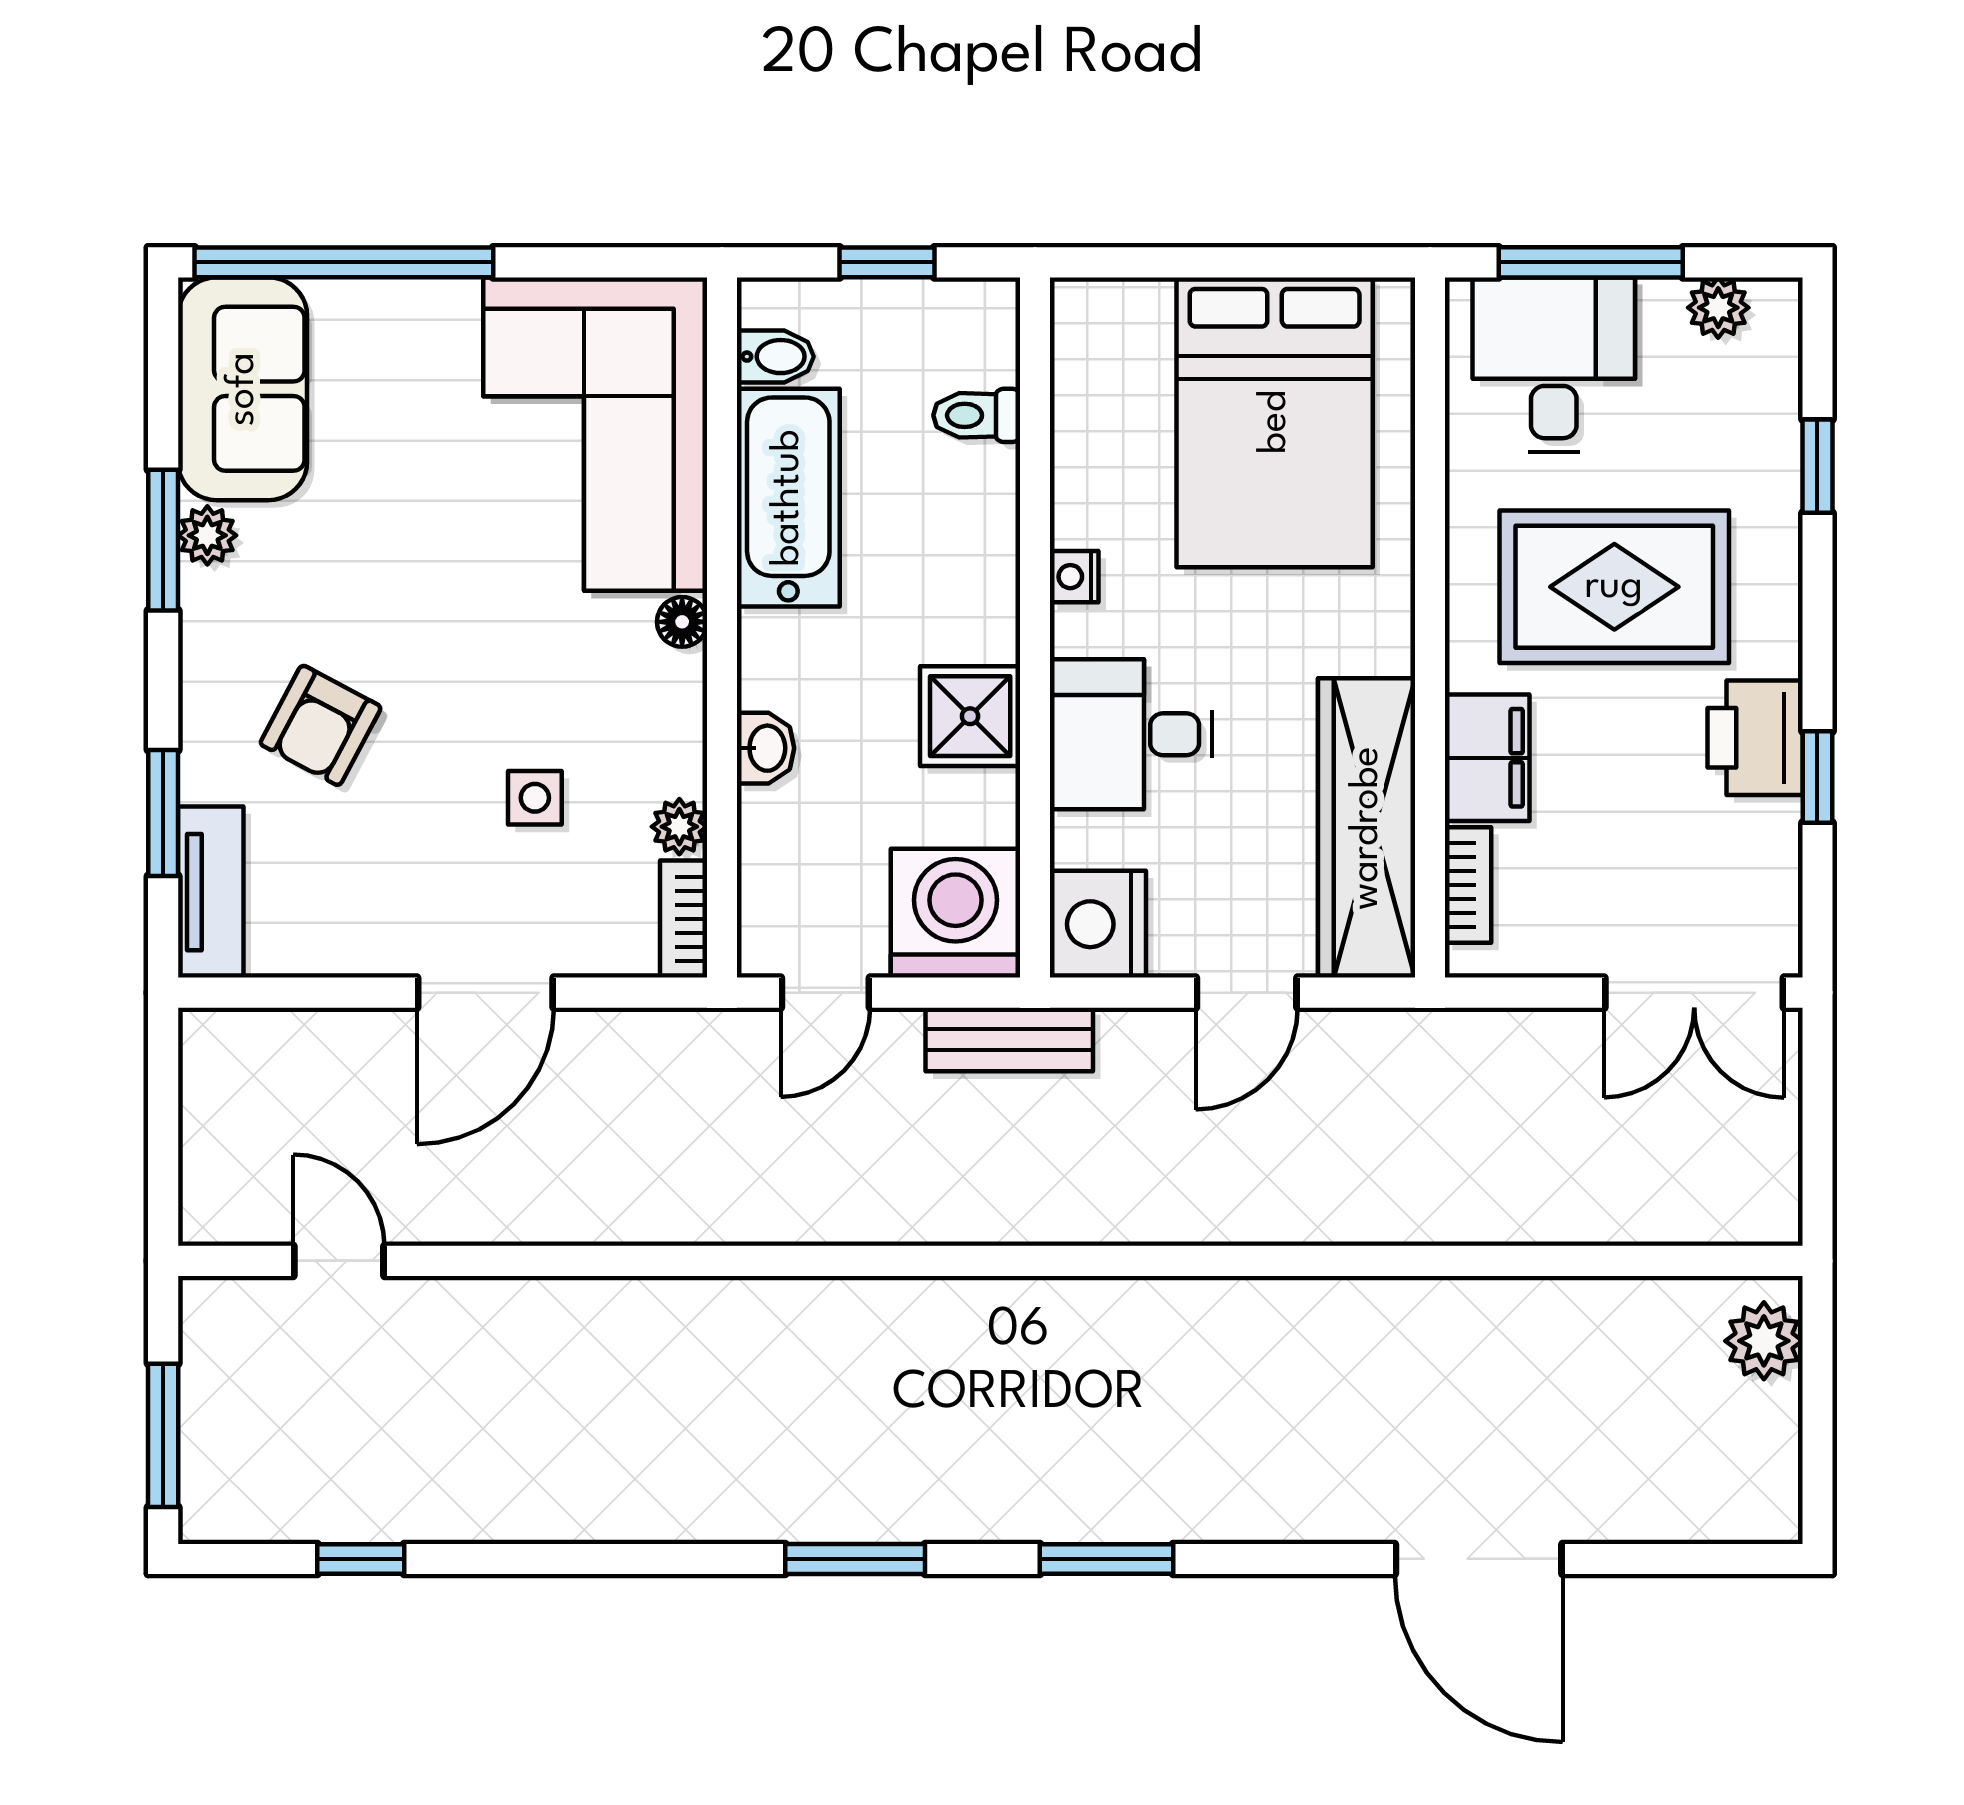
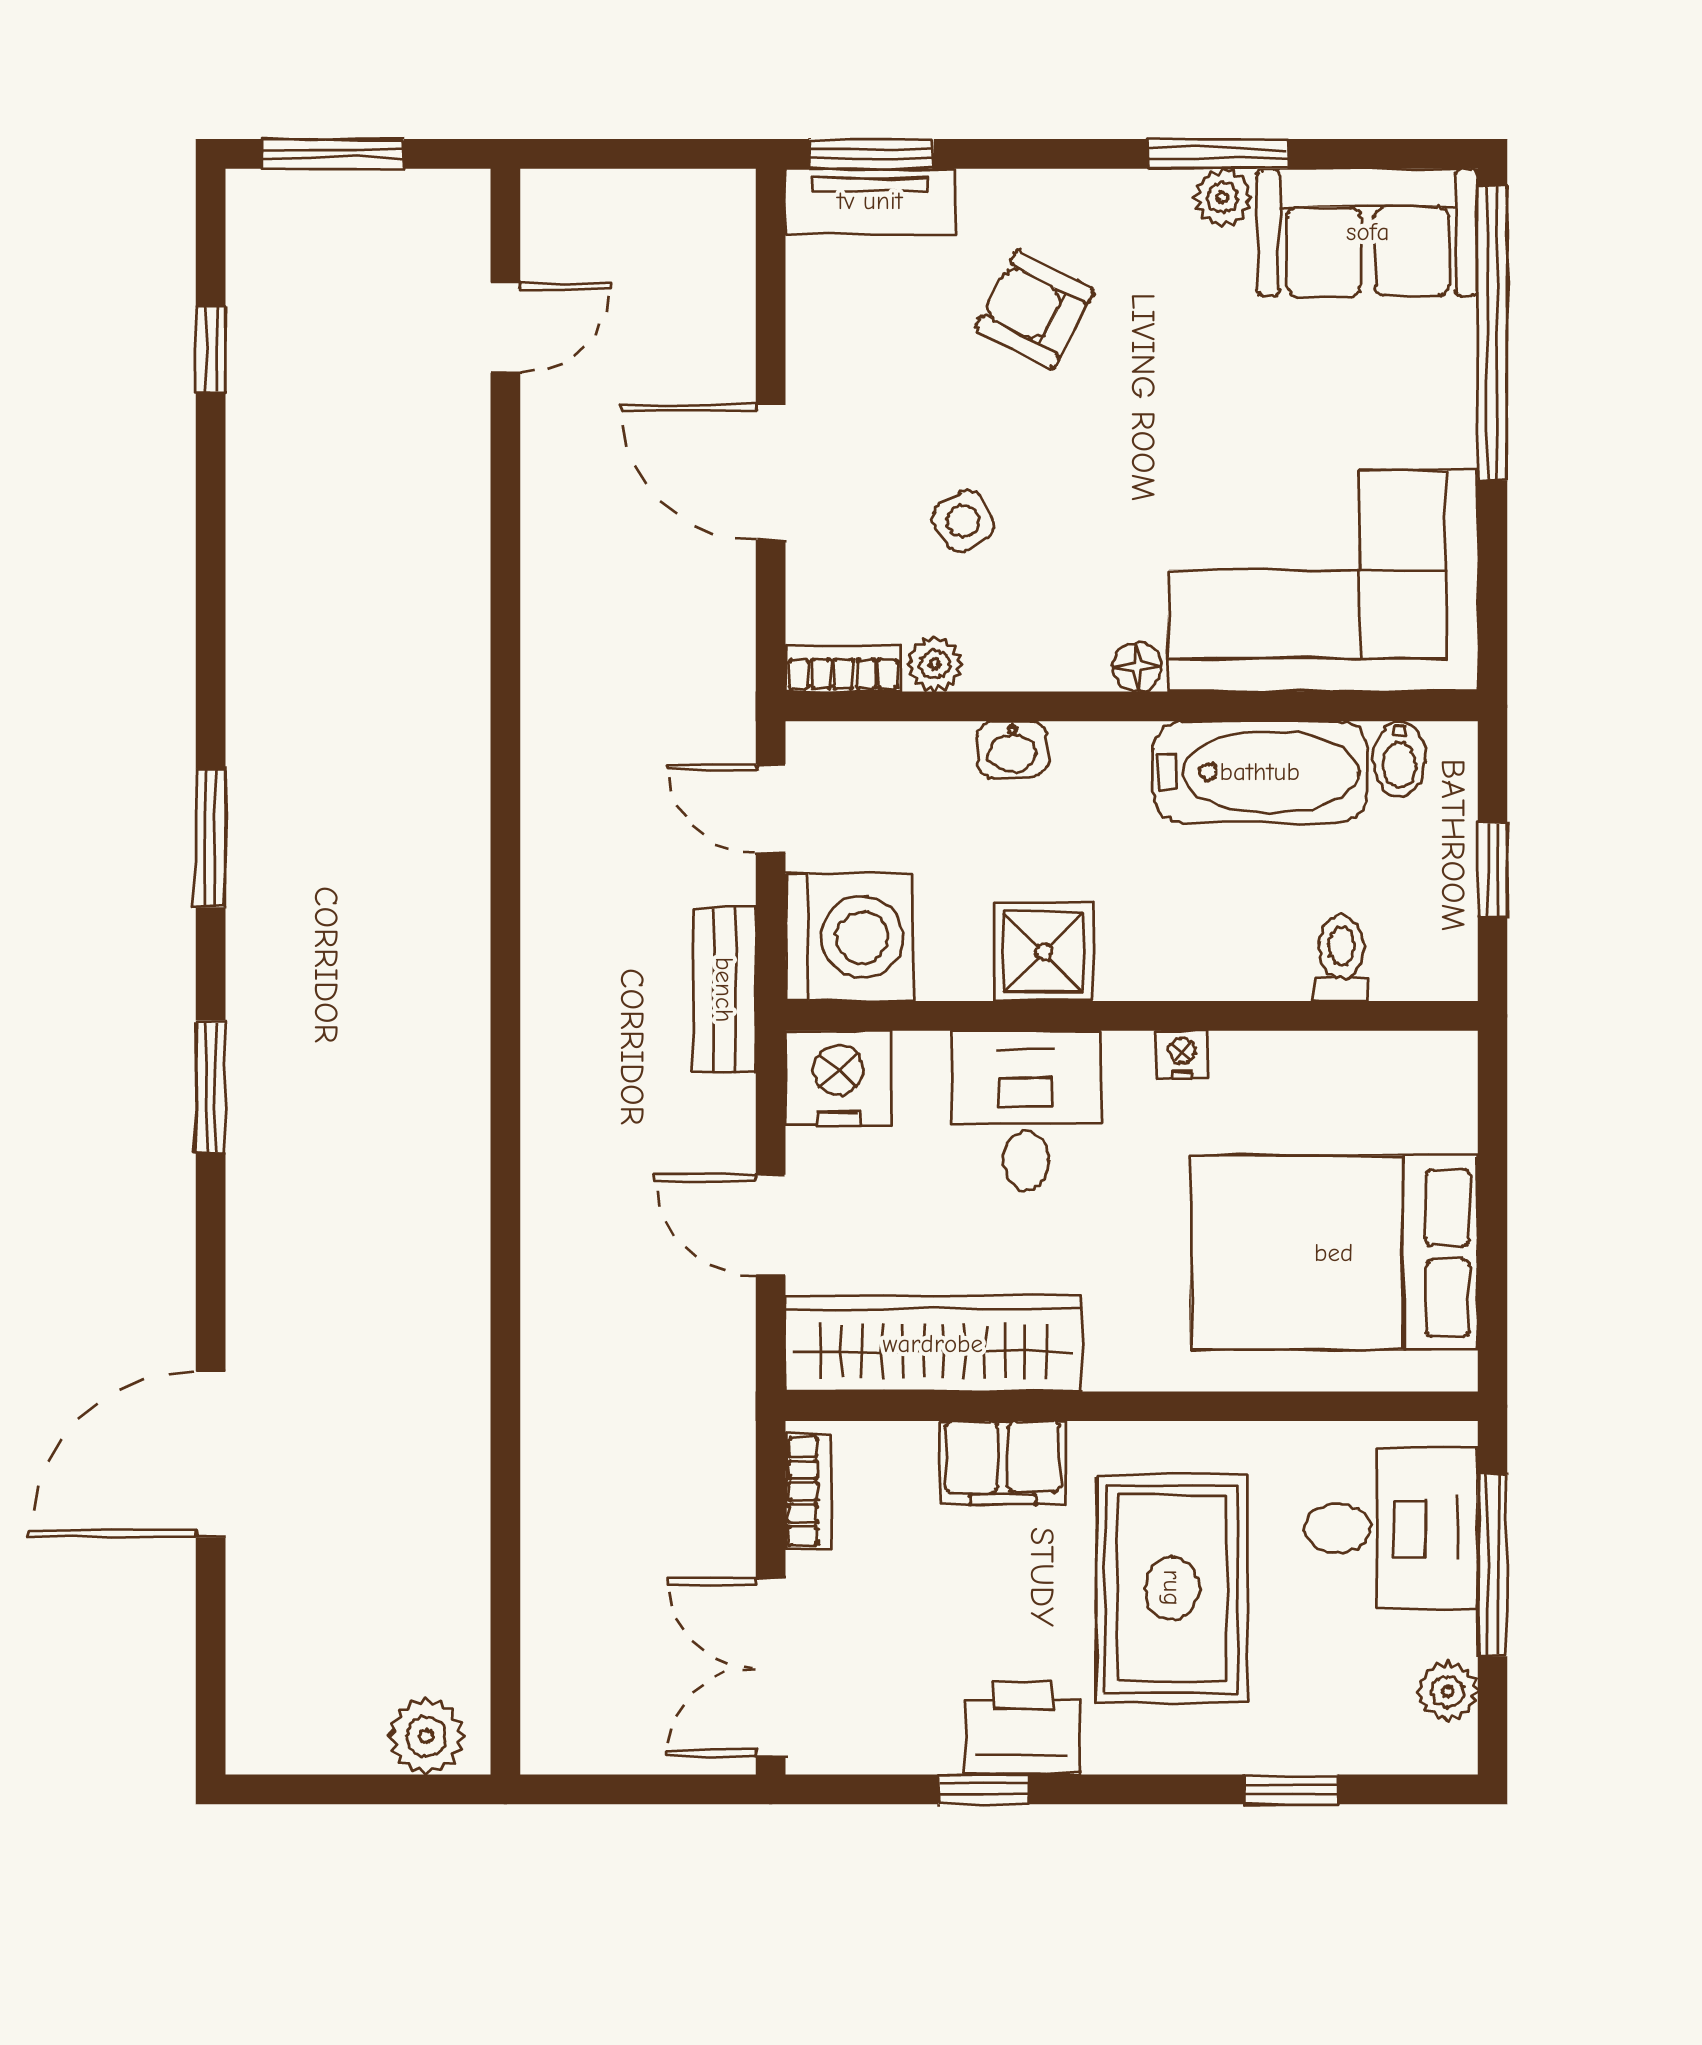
side table: (535, 798) -> (963, 521), turned -32
window: (163, 813) -> (871, 154), moved
bookcase: (1468, 885) -> (808, 1491), moved, turned -90

